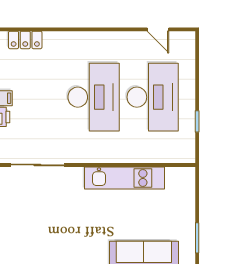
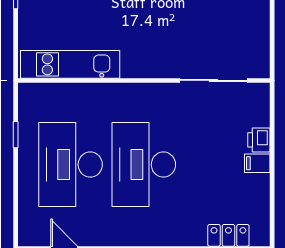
kitchen unit: (125, 178) -> (70, 64), moved

